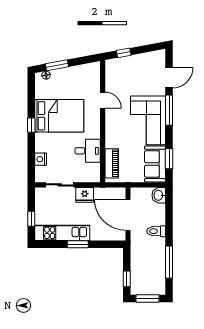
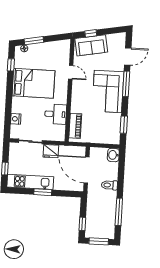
window: (31, 125) -> (11, 65), moved
sofa: (155, 164) -> (91, 45), moved, turned -101

